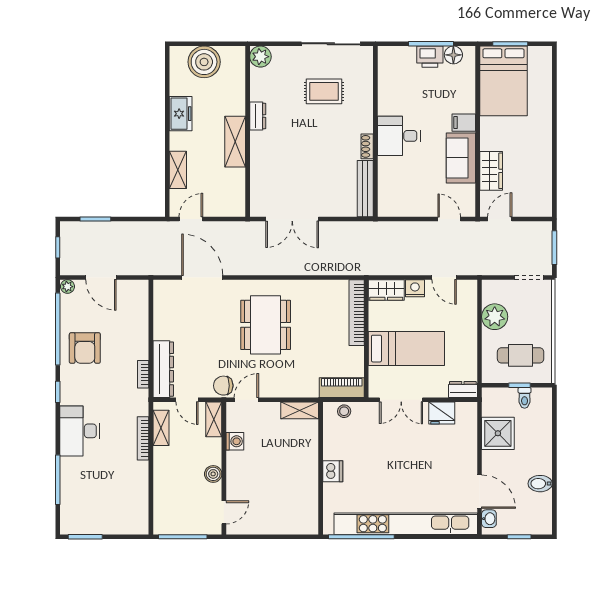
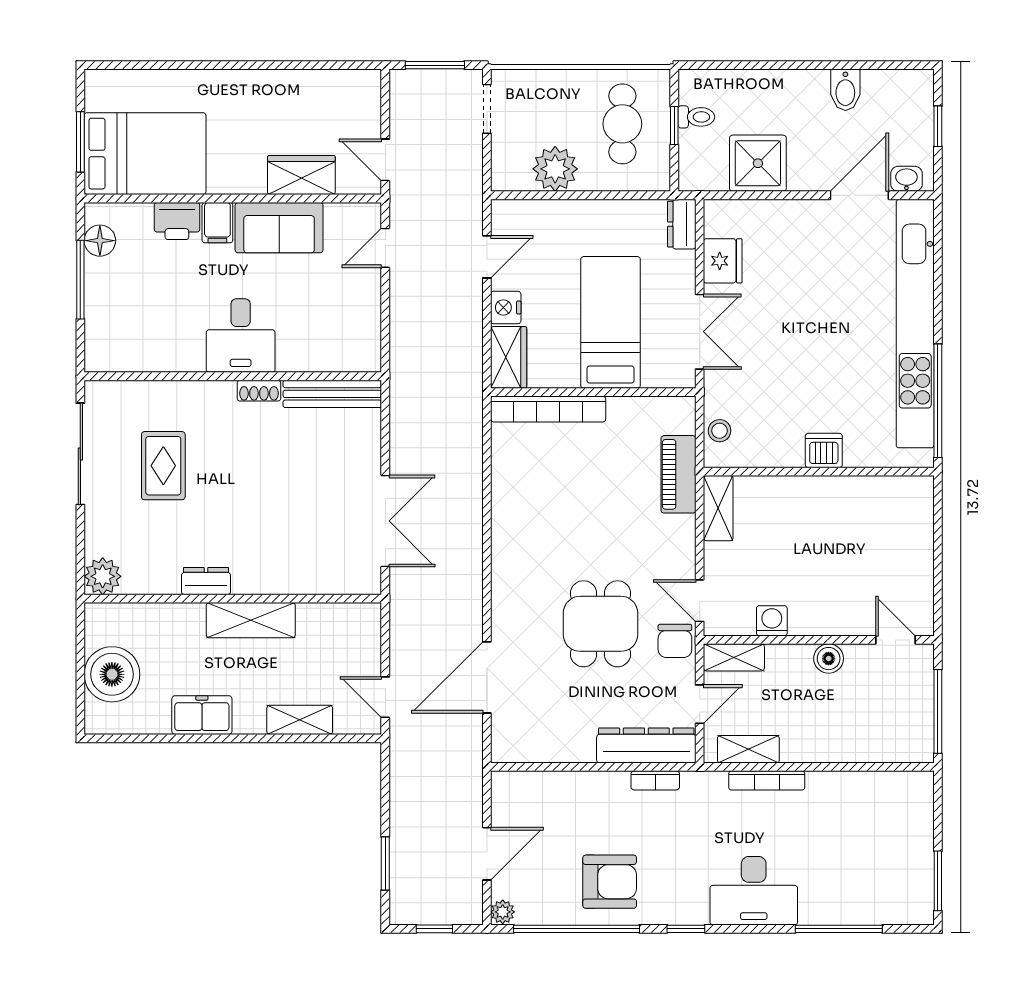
printer: (430, 57) -> (177, 221), moved, turned 90
dining table: (266, 325) -> (600, 624), moved, width x0.73
piano: (342, 388) -> (678, 474), moved

